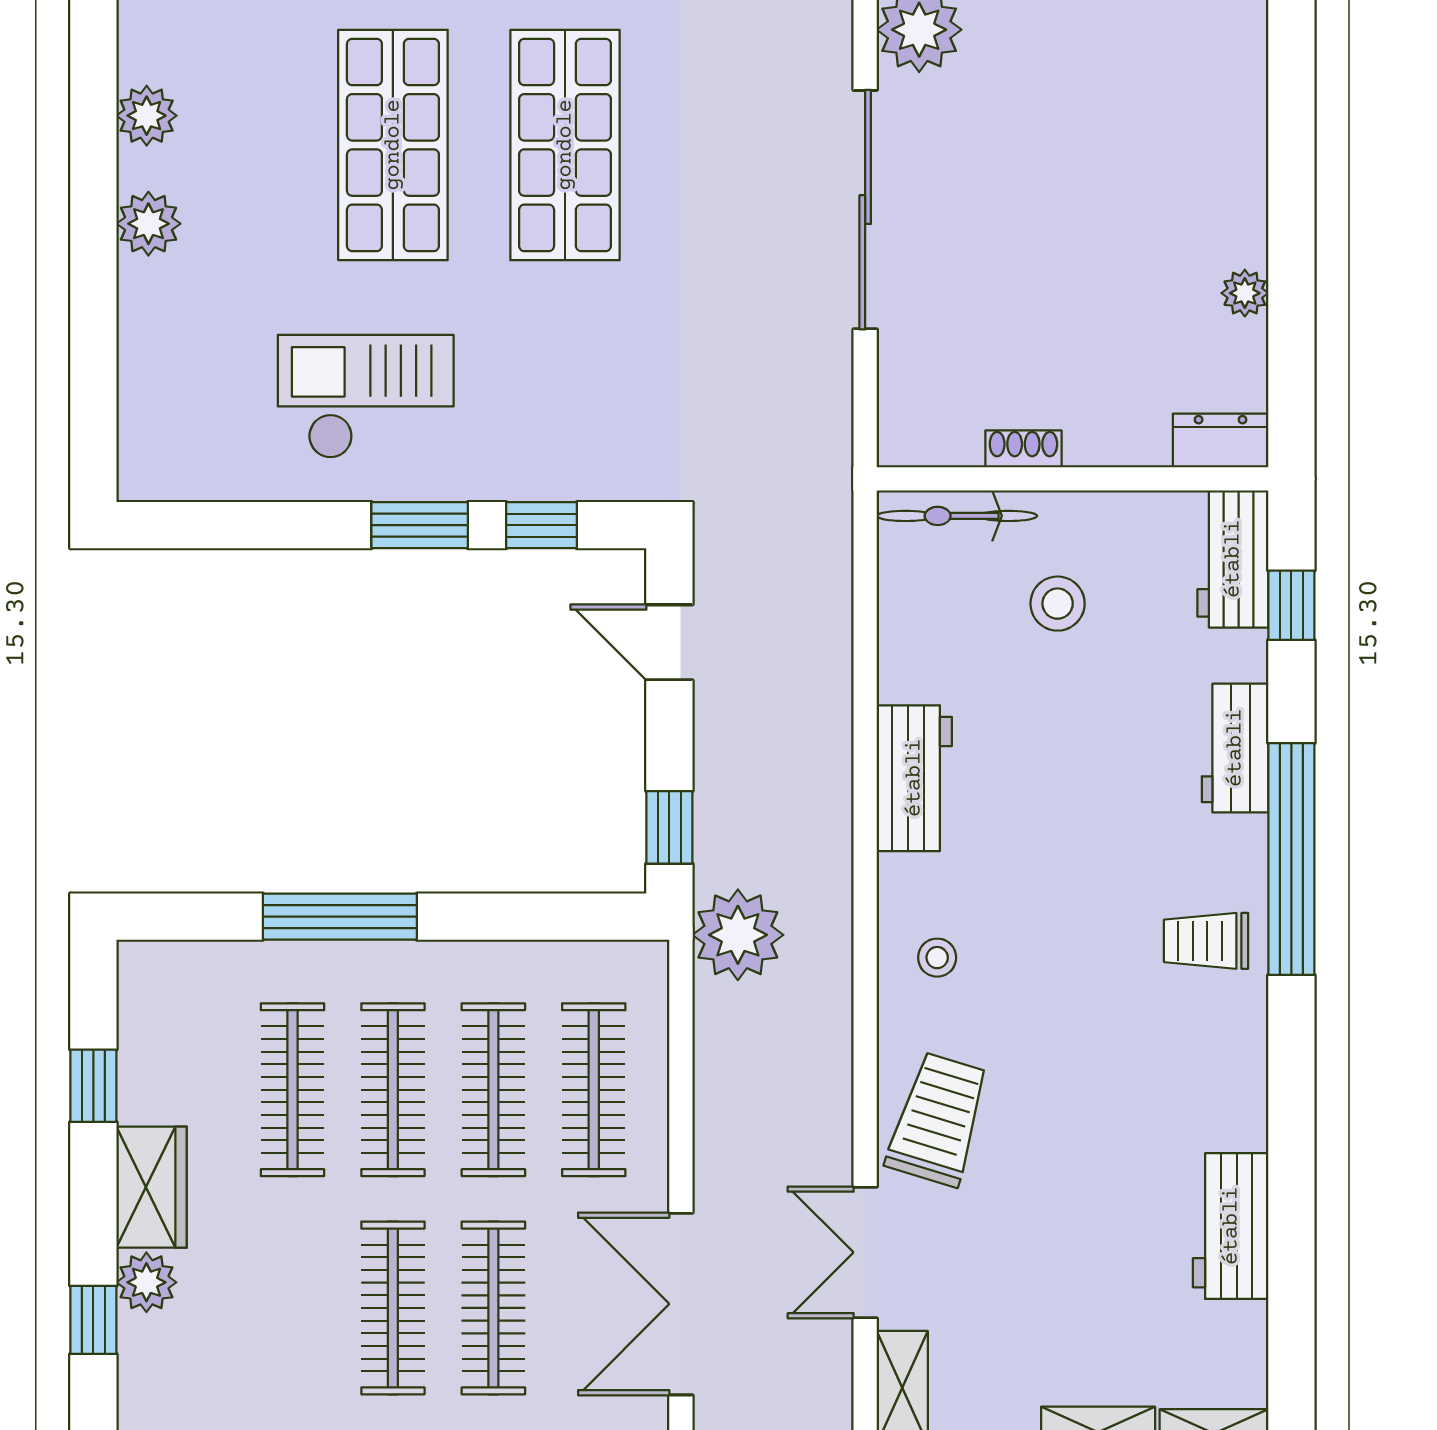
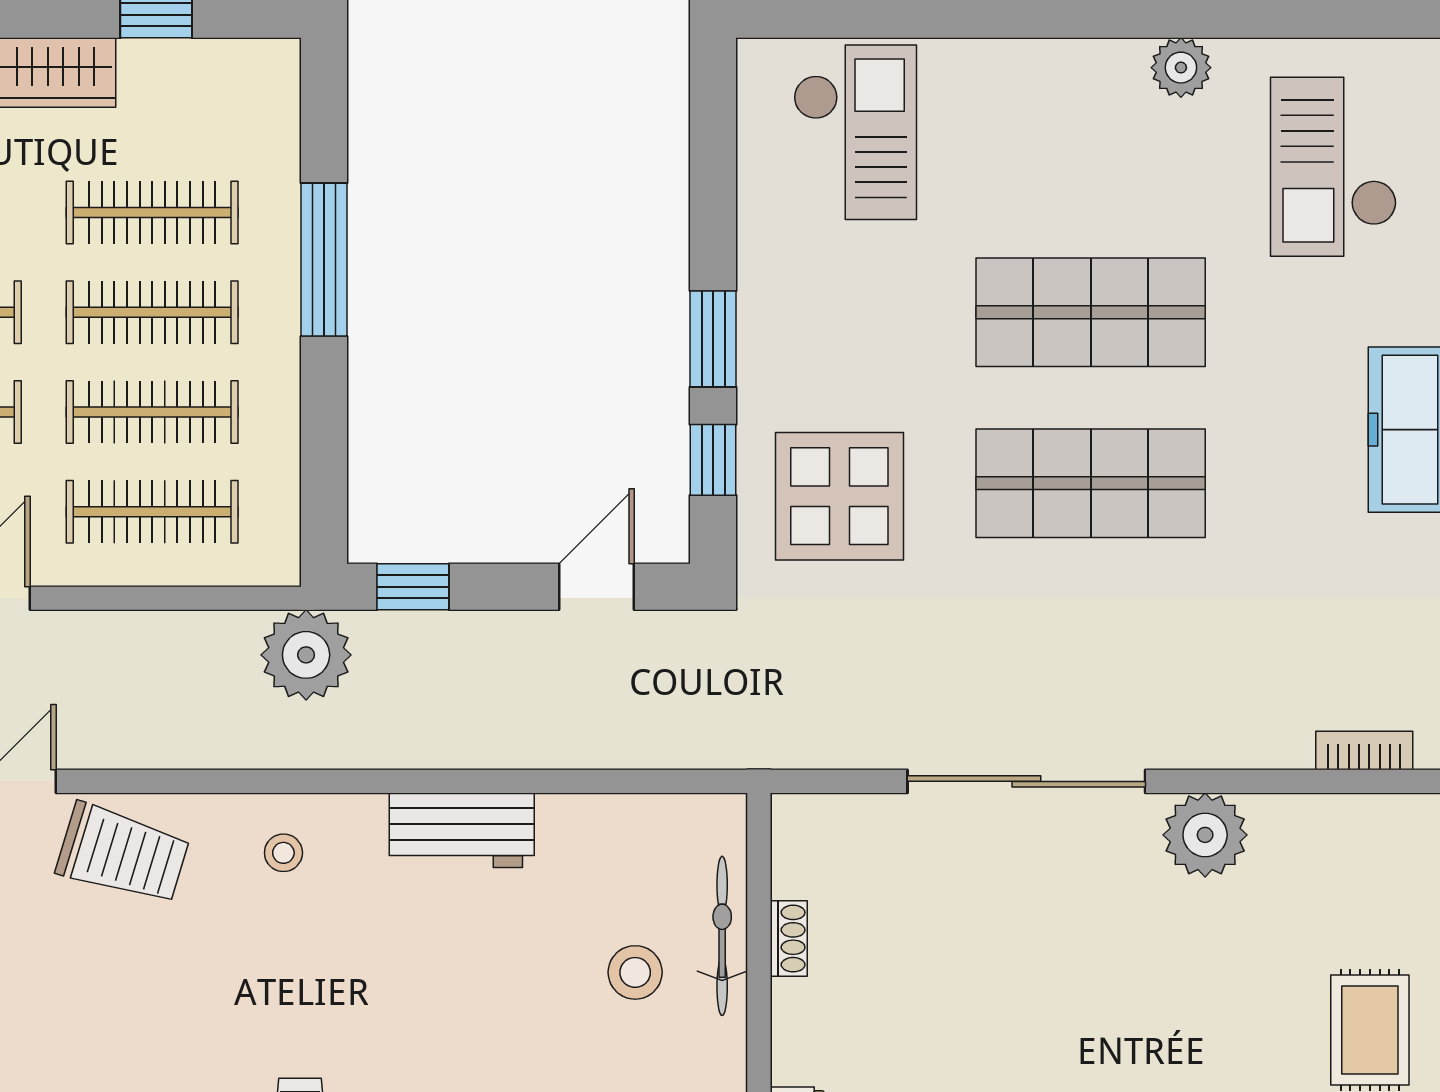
plant: (147, 116) -> (1181, 68), moved
plant: (148, 224) -> (1012, 69), removed
checkout: (366, 397) -> (855, 132), moved
display table: (578, 398) -> (839, 496), added
bicycle: (957, 516) -> (722, 936), moved

